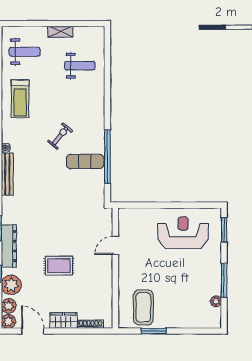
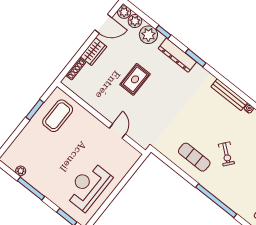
window: (107, 156) -> (216, 201), moved
exercise mat: (85, 161) -> (194, 157), turned 90
reception desk: (183, 233) -> (88, 186), turned 180
coffee table: (143, 307) -> (58, 116), turned 90

